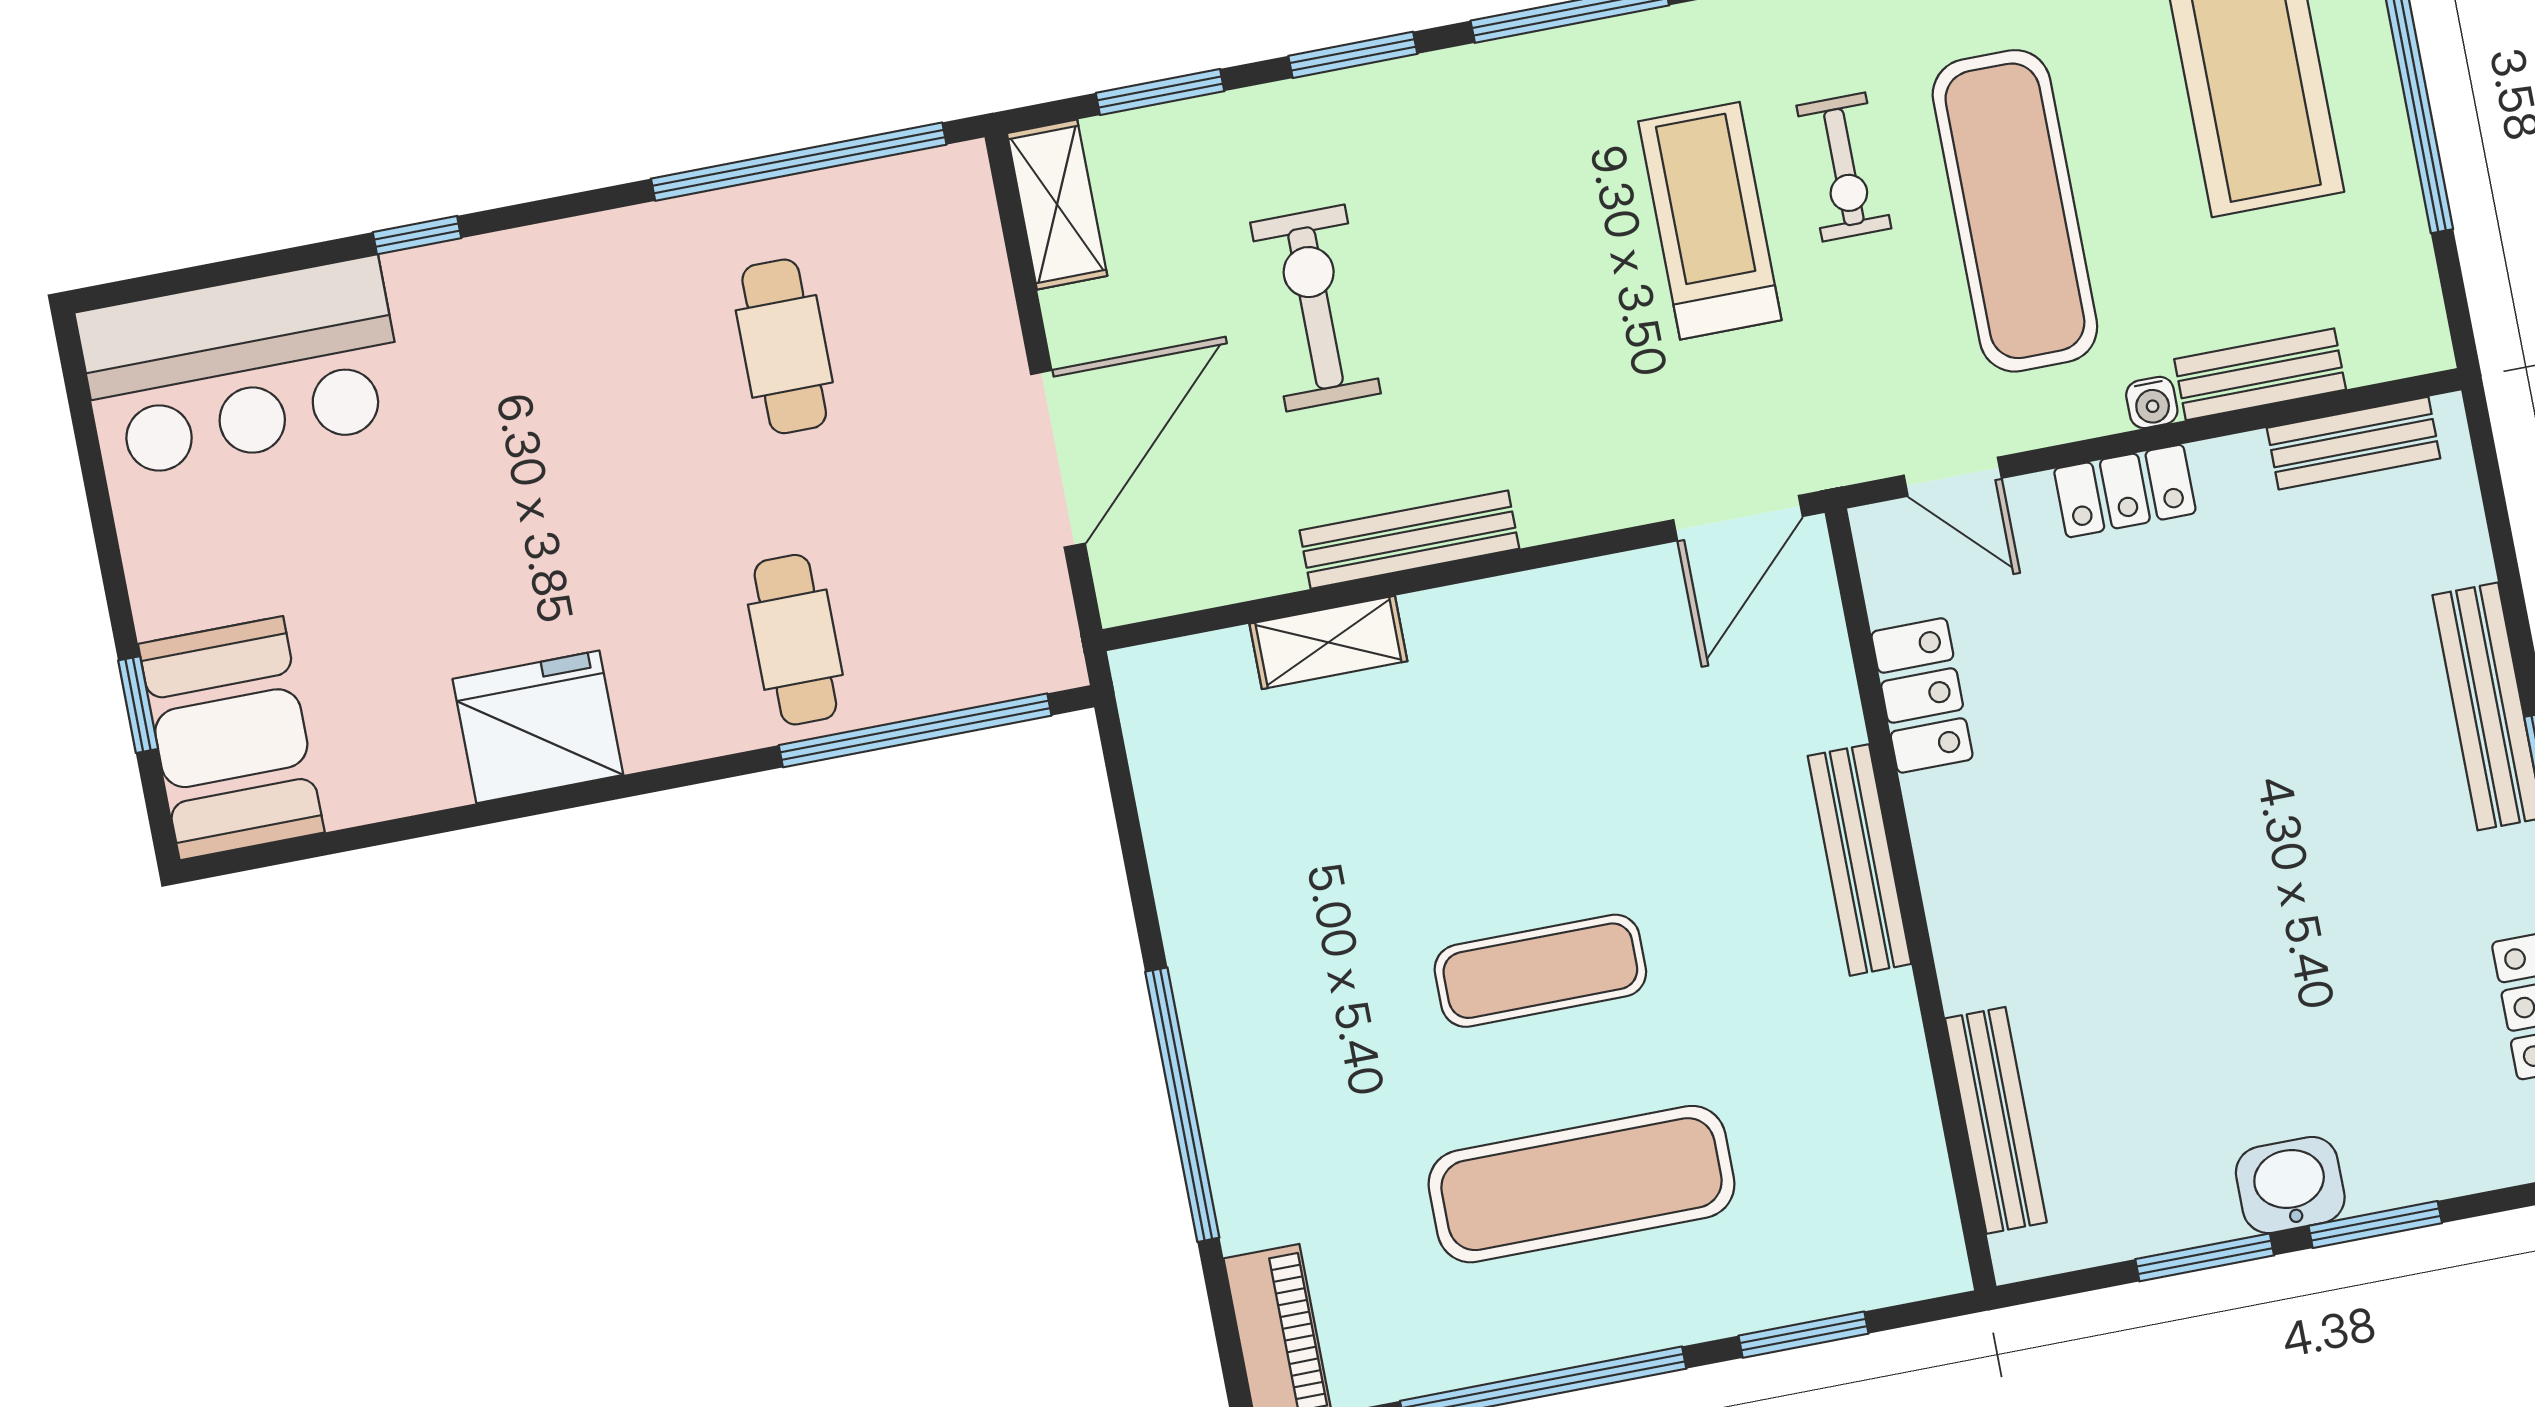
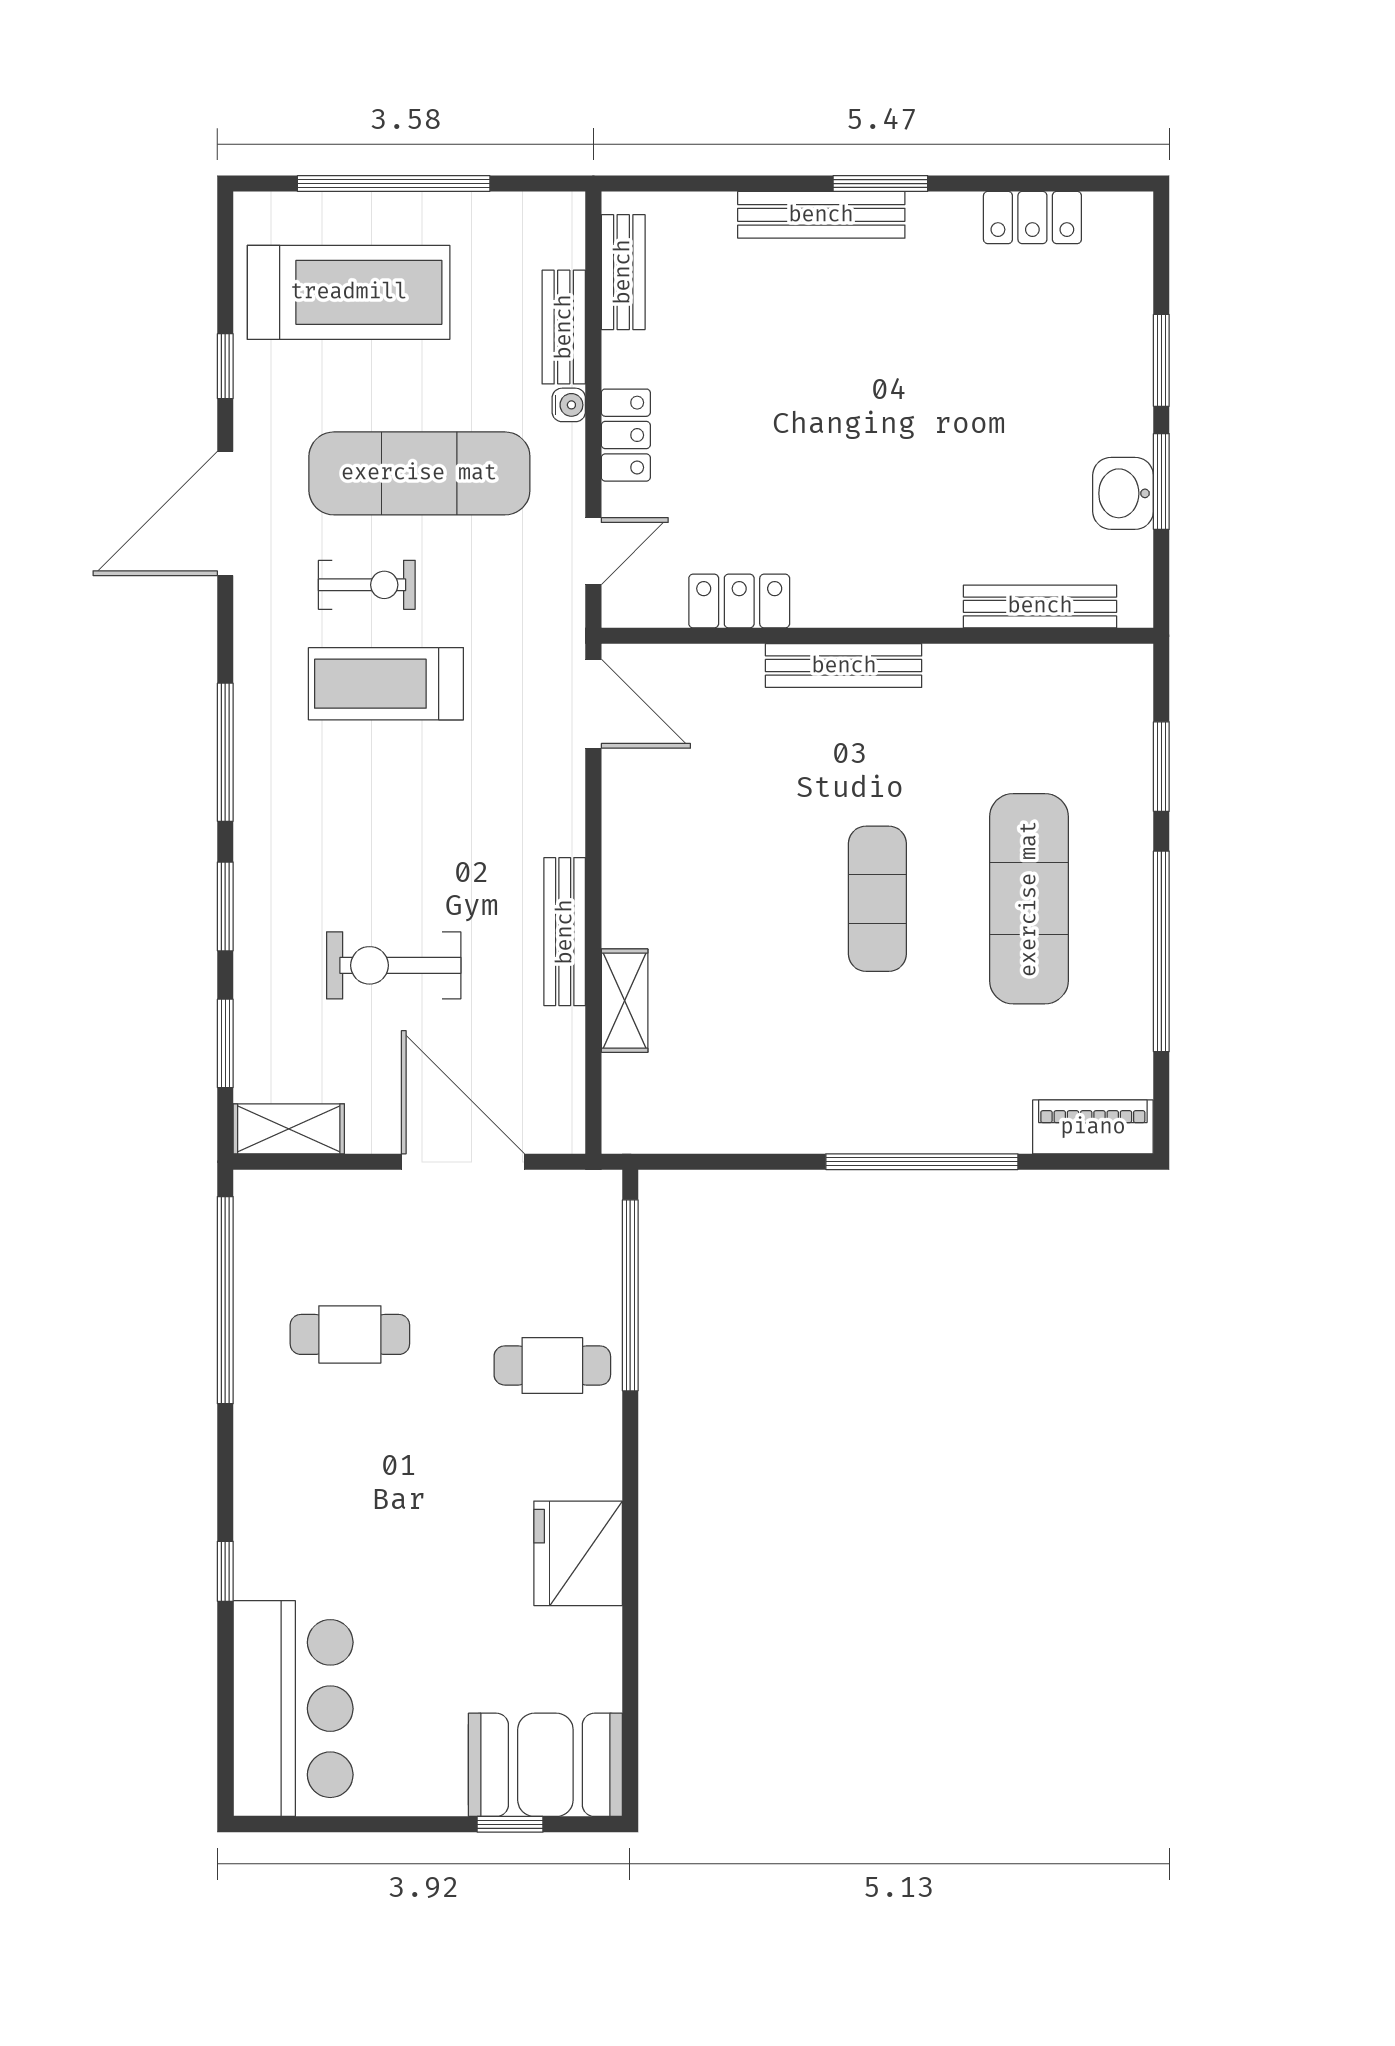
washbasin: (2290, 1185) -> (1123, 493), moved

